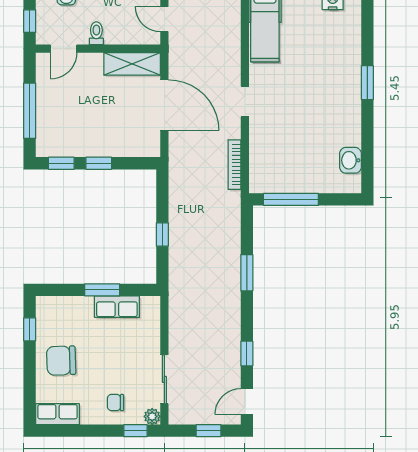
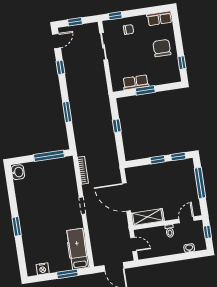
washbasin: (350, 160) -> (18, 172), moved
chair: (61, 361) -> (162, 48), turned -88
plant: (152, 416) -> (107, 25), removed

